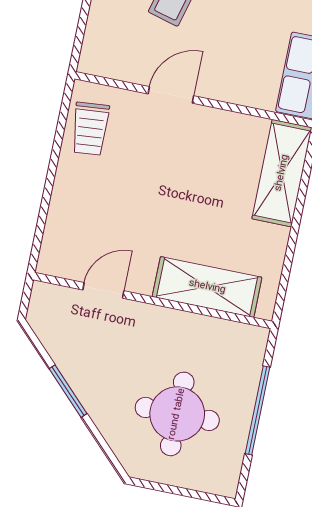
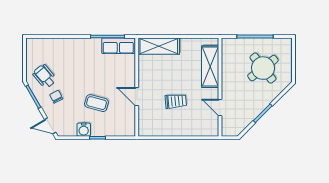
trolley: (90, 129) -> (176, 101), moved
round table: (177, 414) -> (263, 68), turned -38

